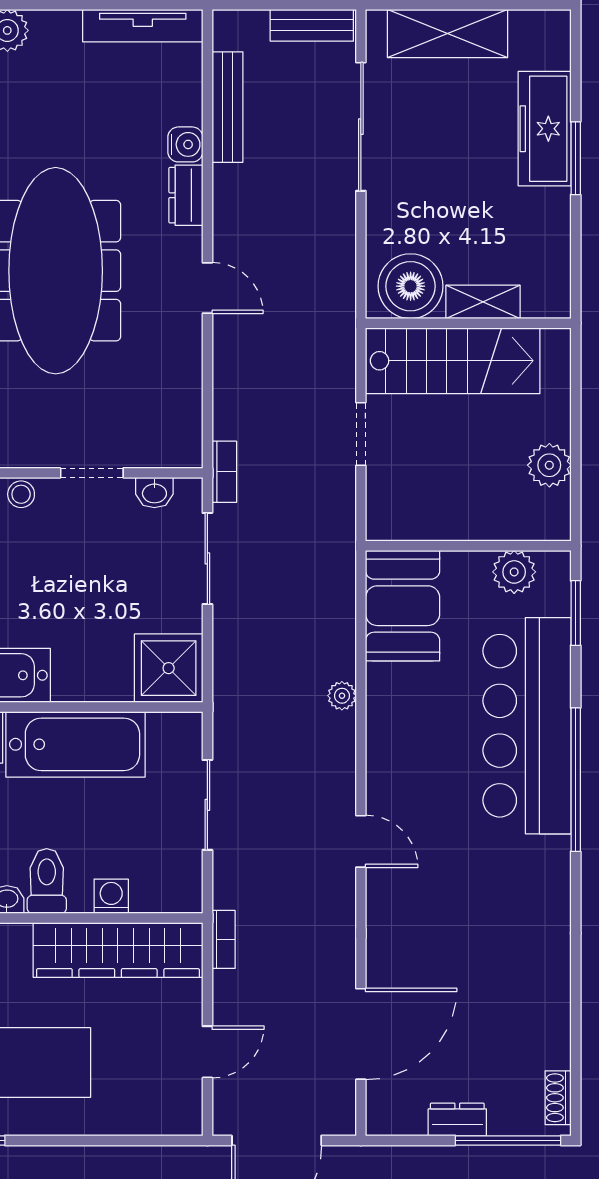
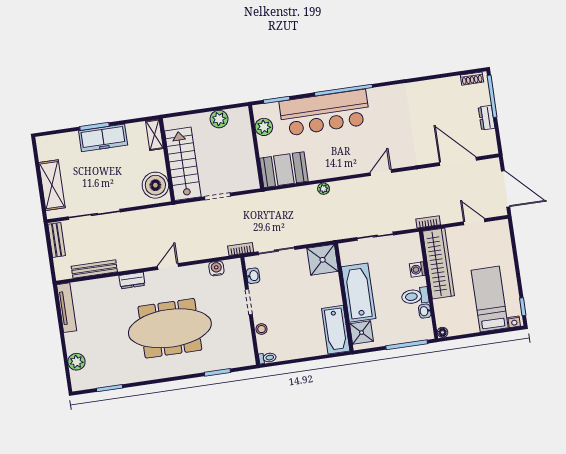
freezer: (545, 129) -> (103, 138), moved
water cooler: (185, 144) -> (216, 268), moved
shelving: (483, 302) -> (154, 135), moved

